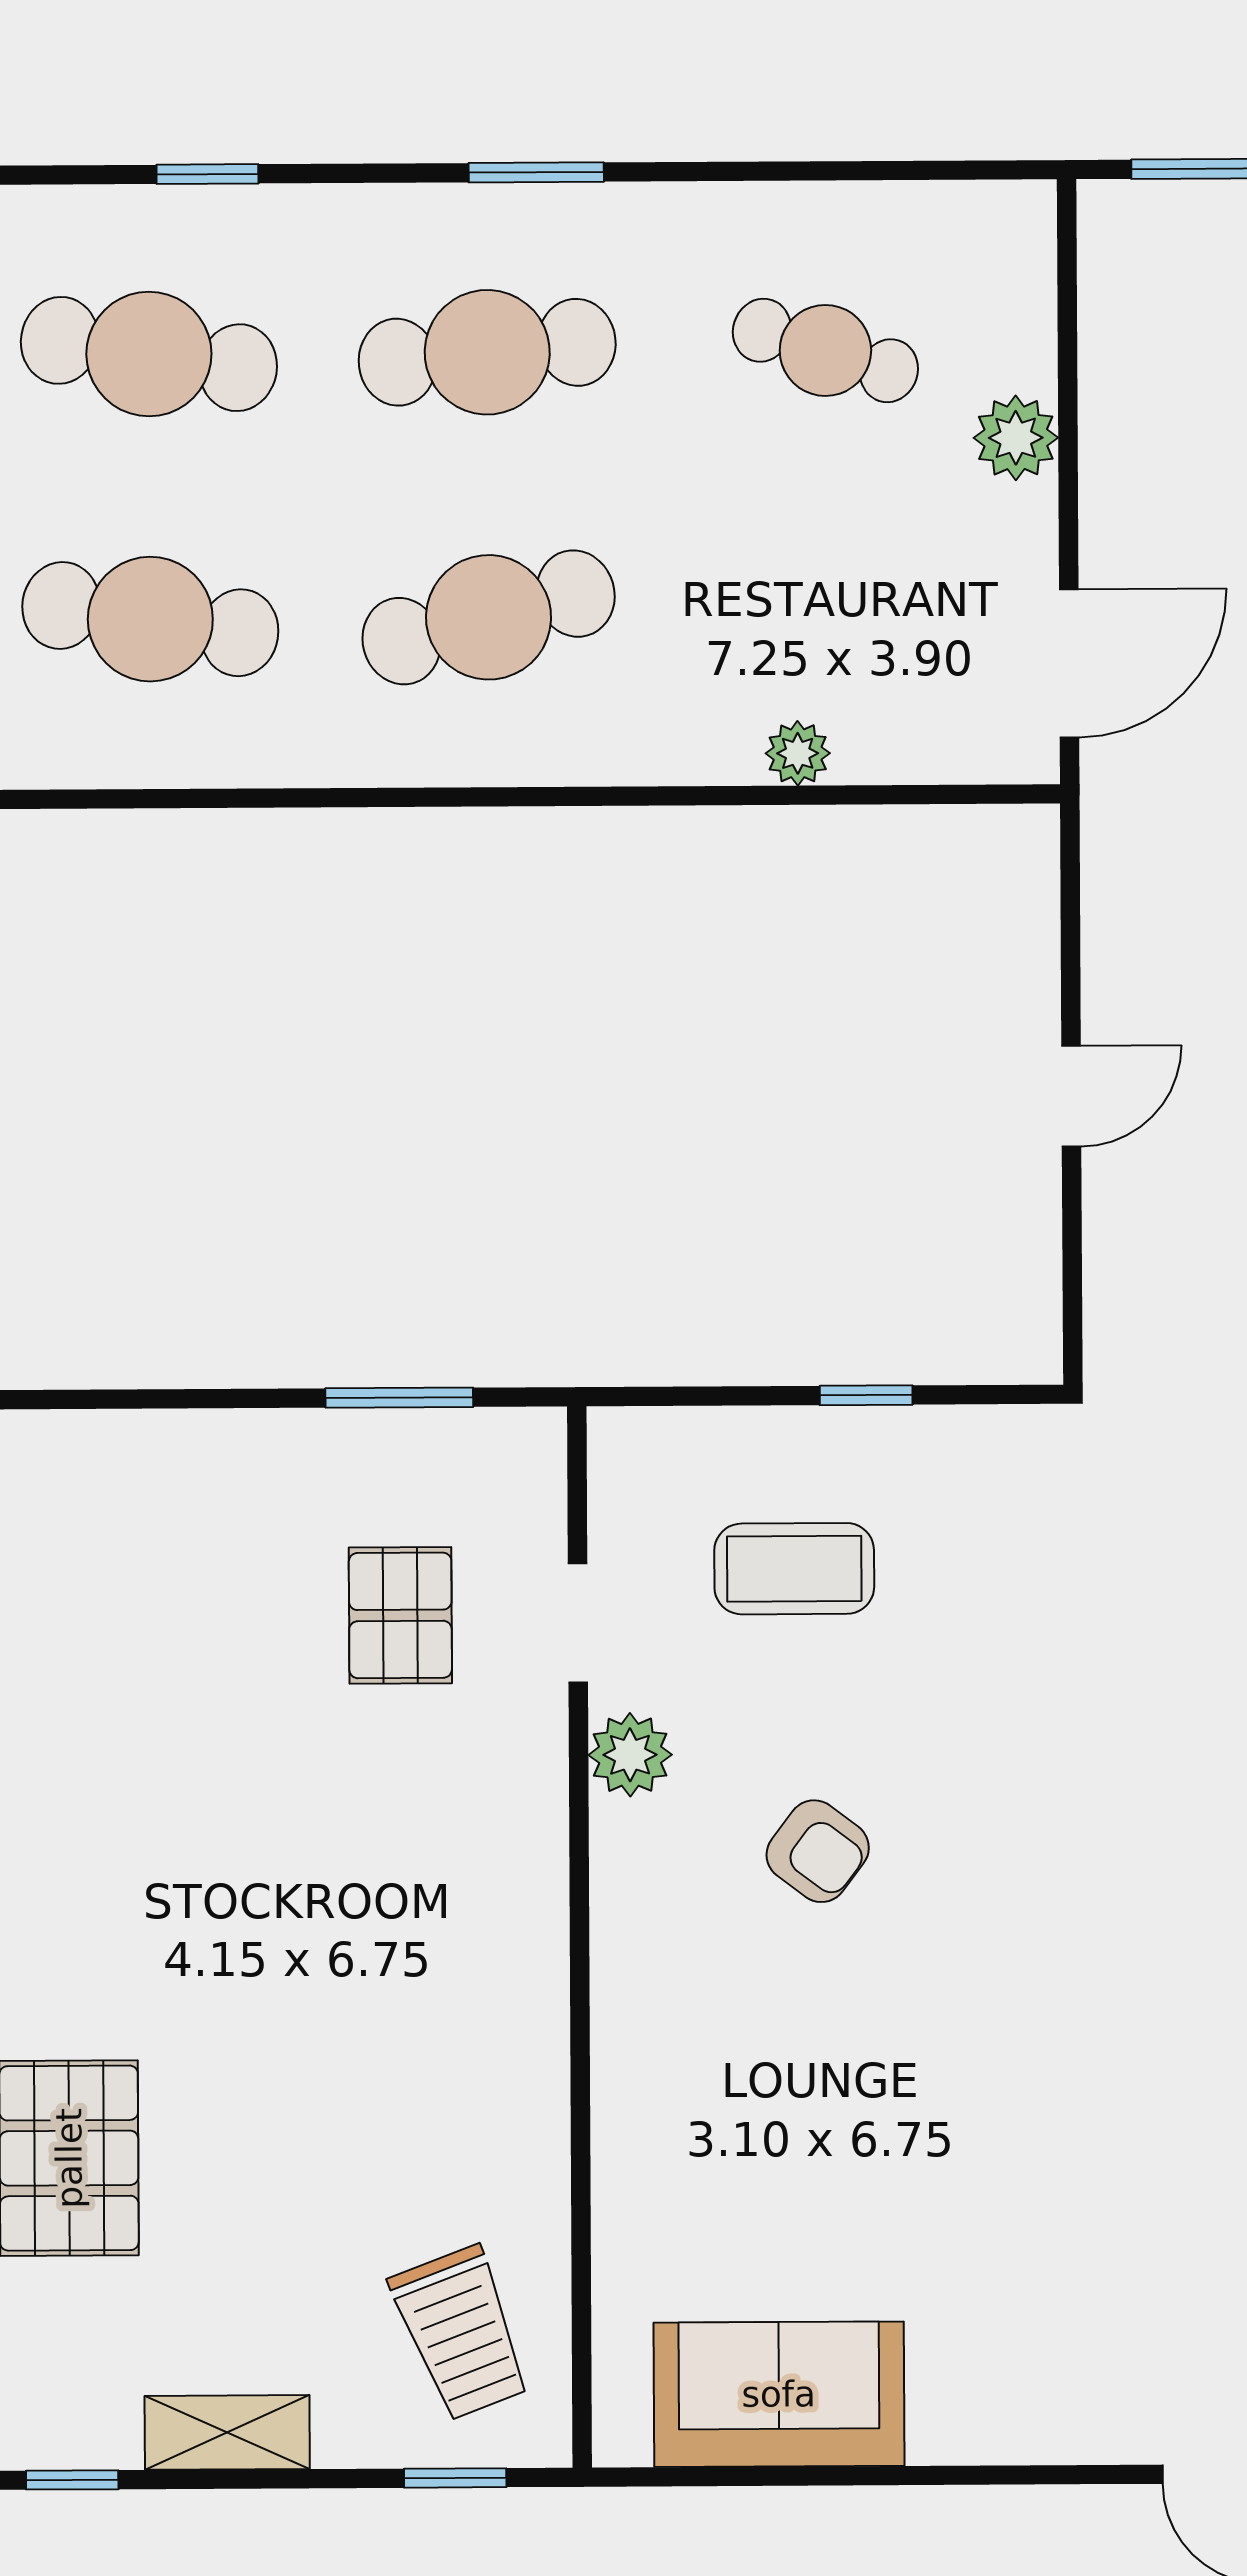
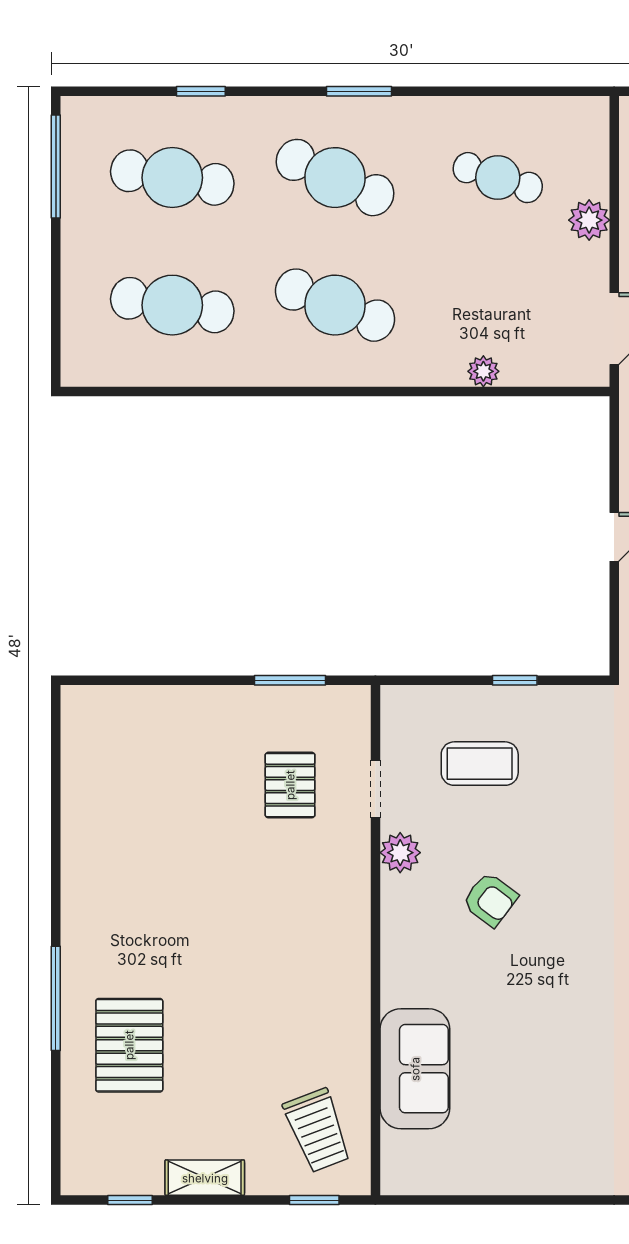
cafe table: (487, 352) -> (335, 178), turned 30
cafe table: (489, 617) -> (335, 305), turned 36
sofa: (779, 2394) -> (415, 1069), moved, turned 90

